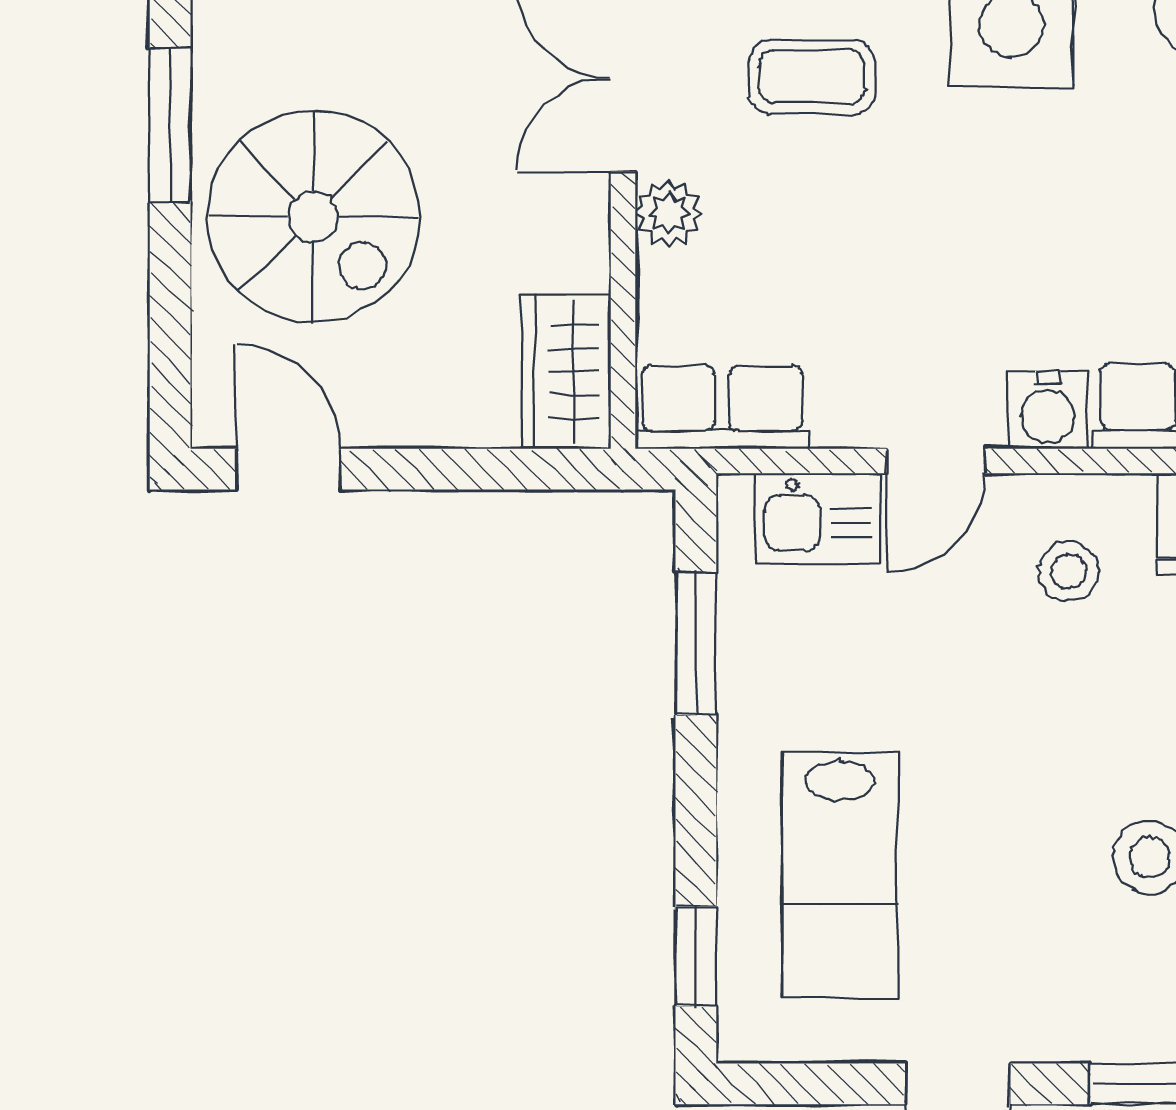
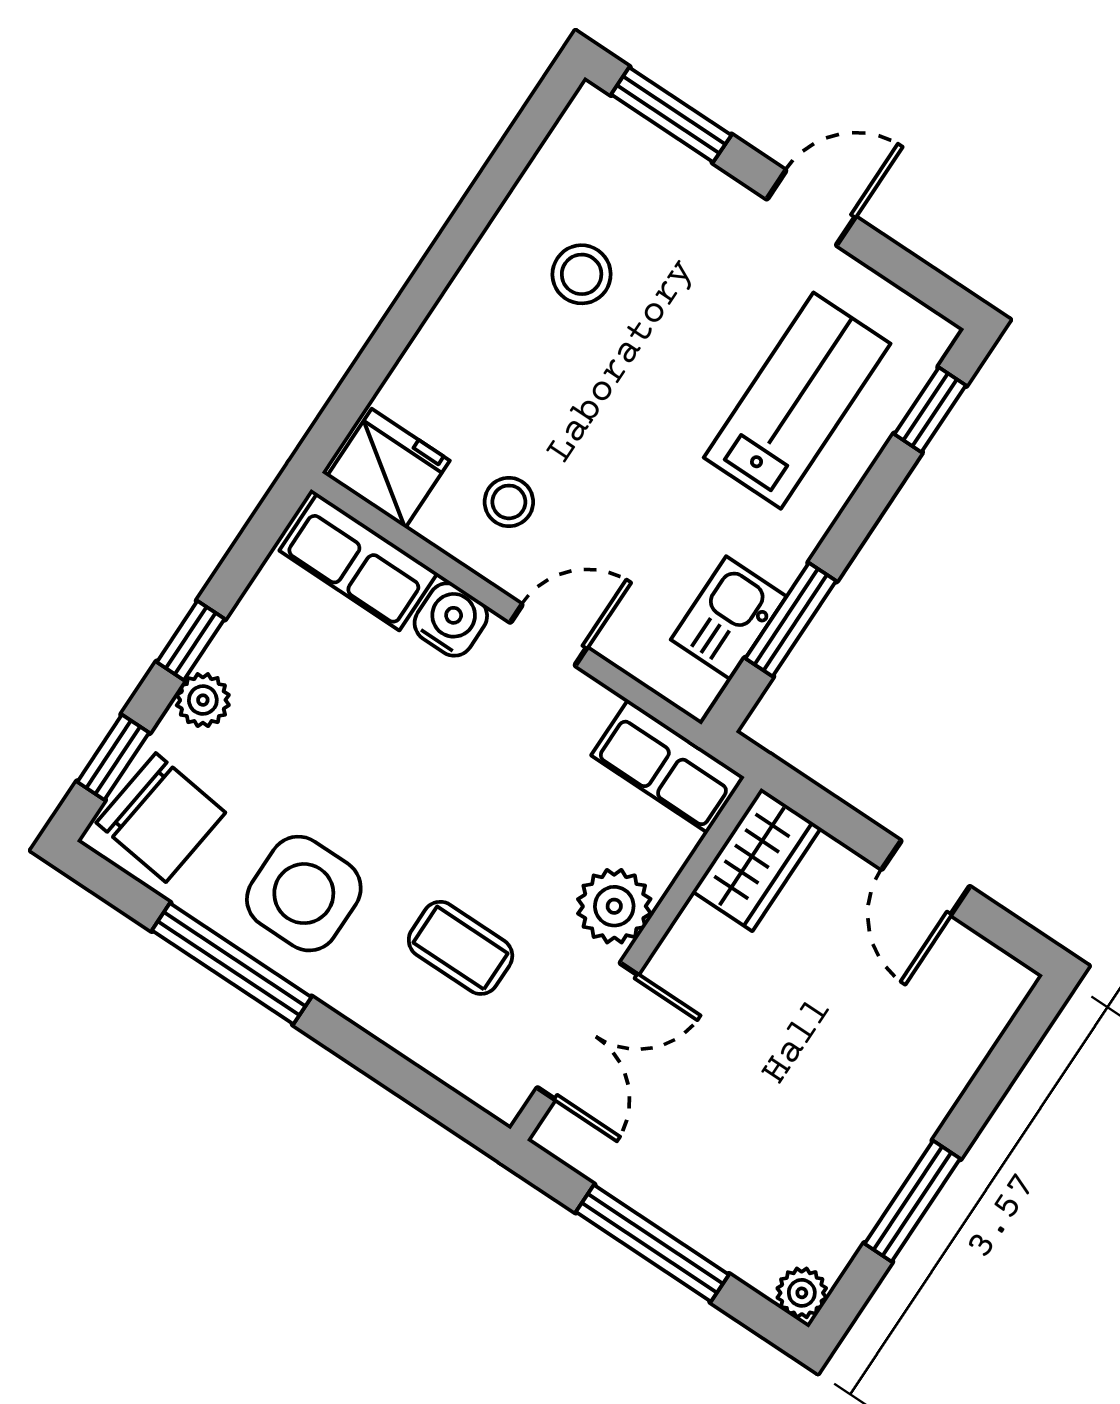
plant: (669, 213) -> (614, 906), width x1.38, depth x1.38
spiral stairs: (313, 217) -> (857, 1076), removed
door: (288, 469) -> (926, 878), moved
kitchen sink: (817, 518) -> (729, 618), moved, turned -90

